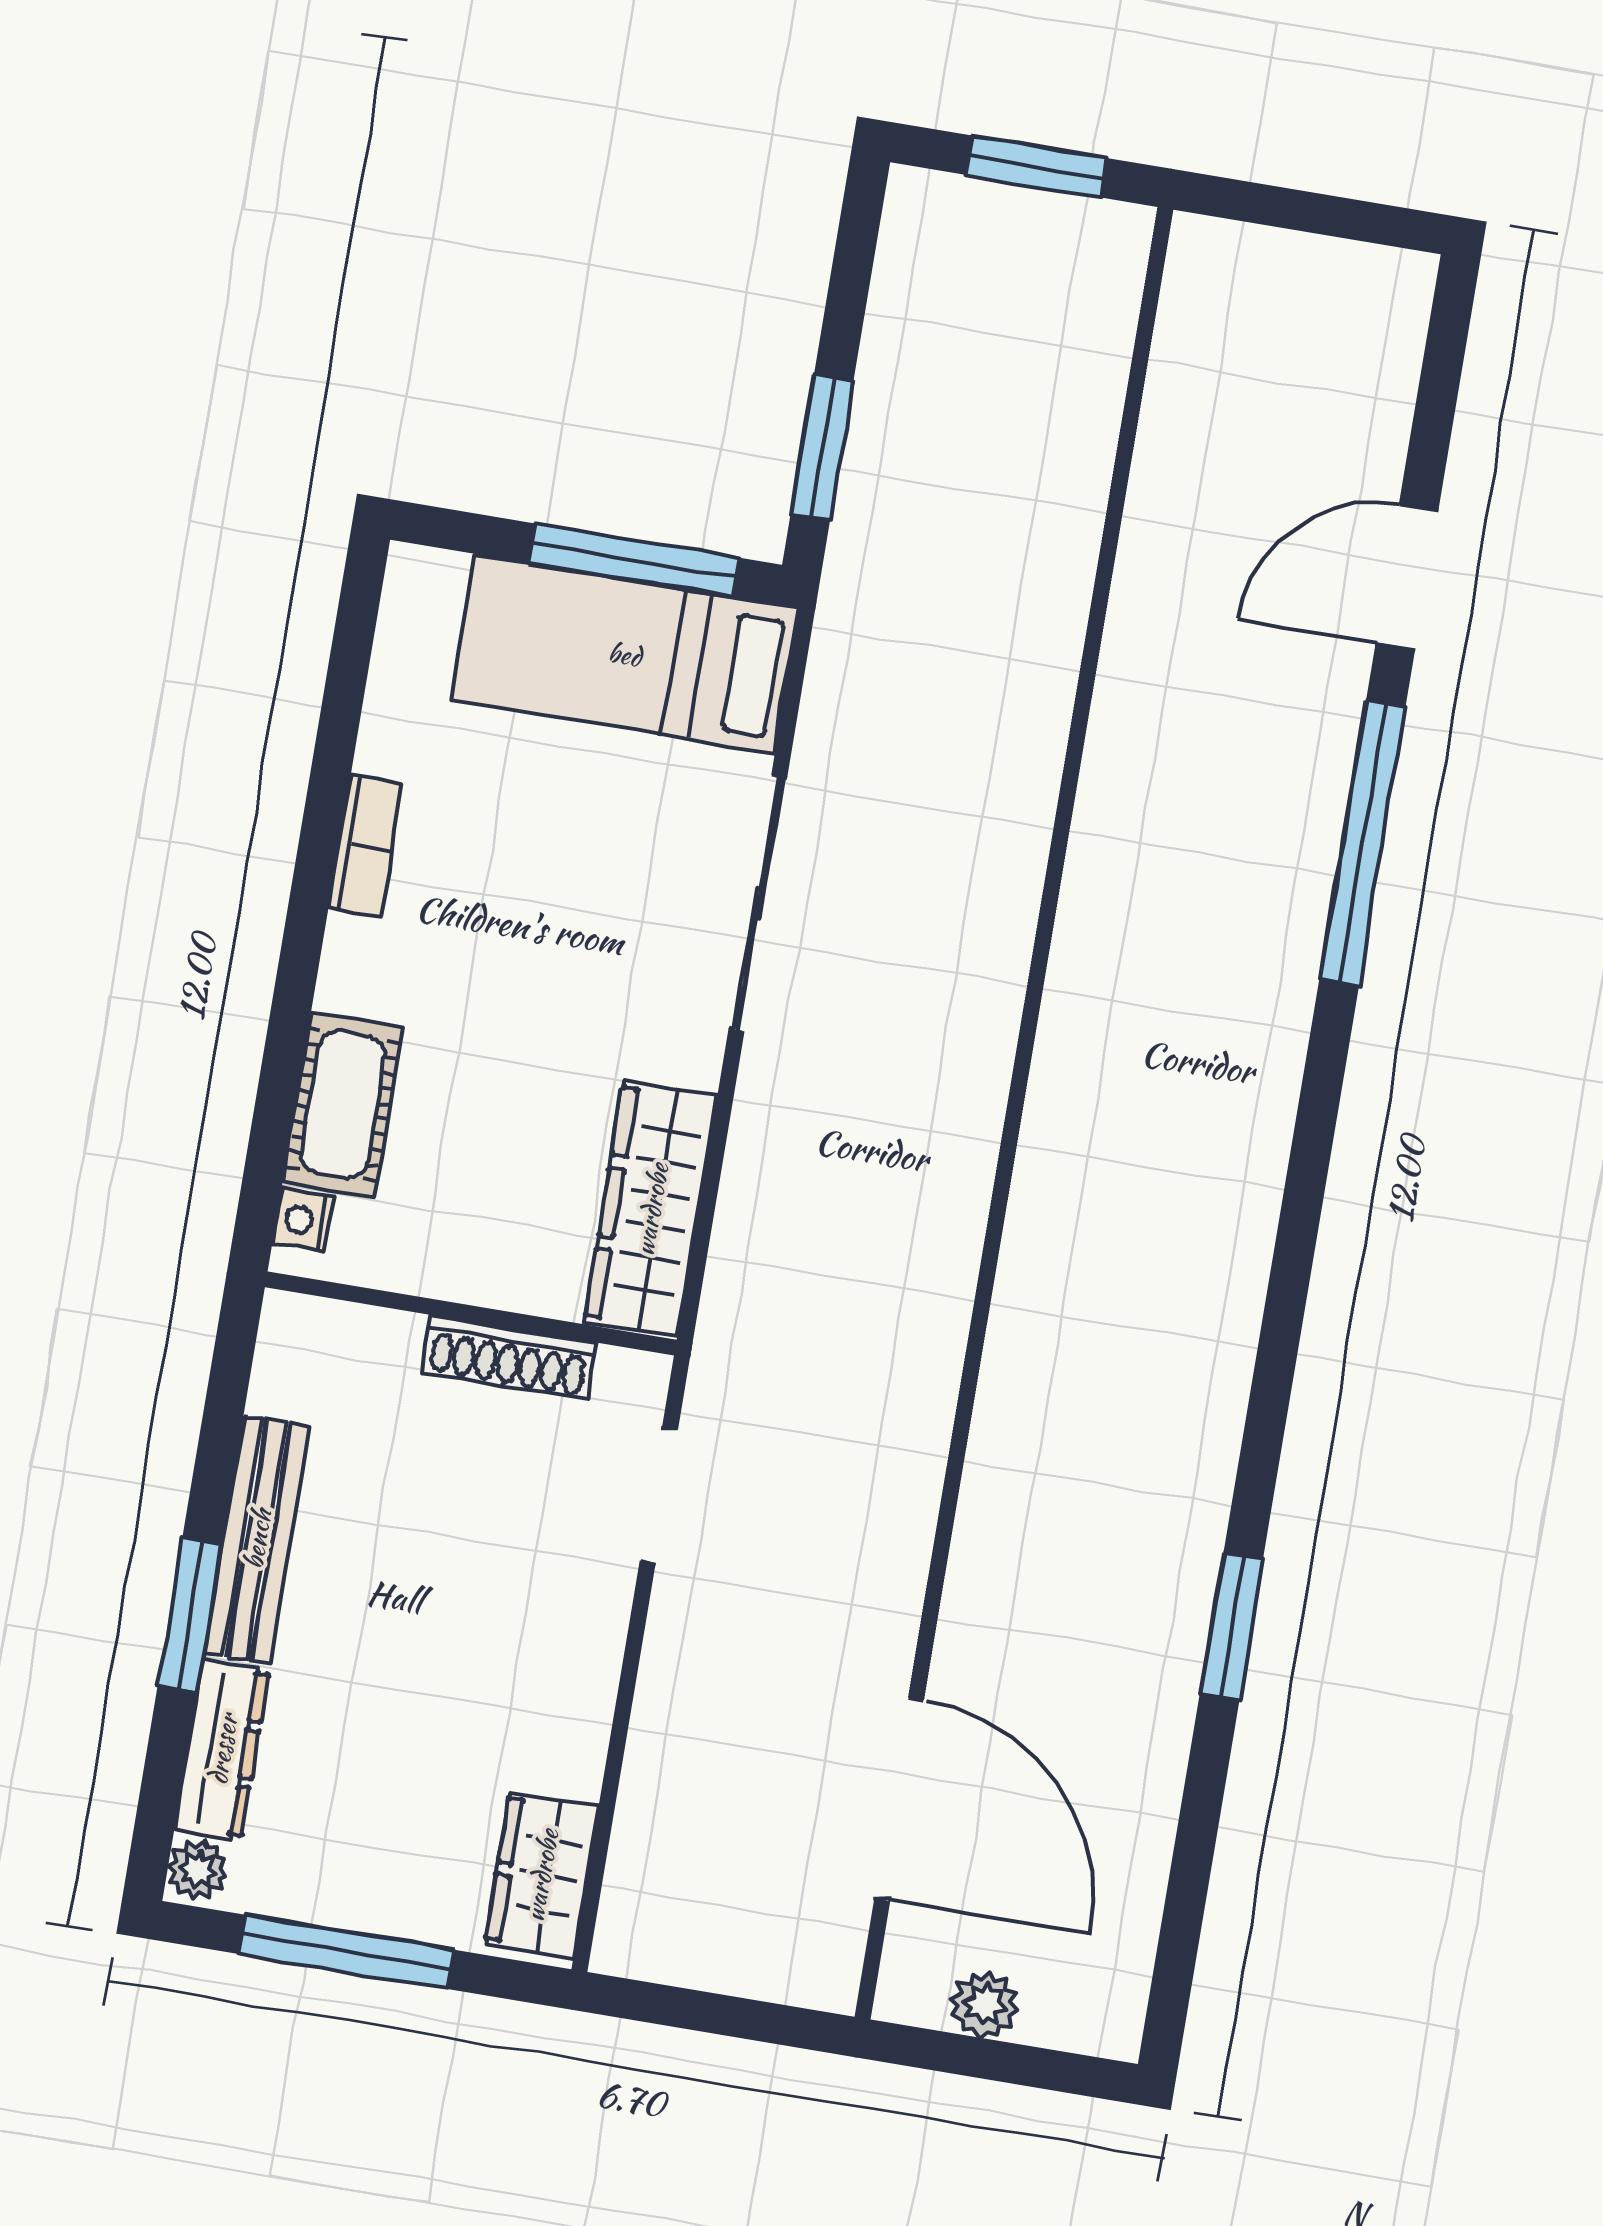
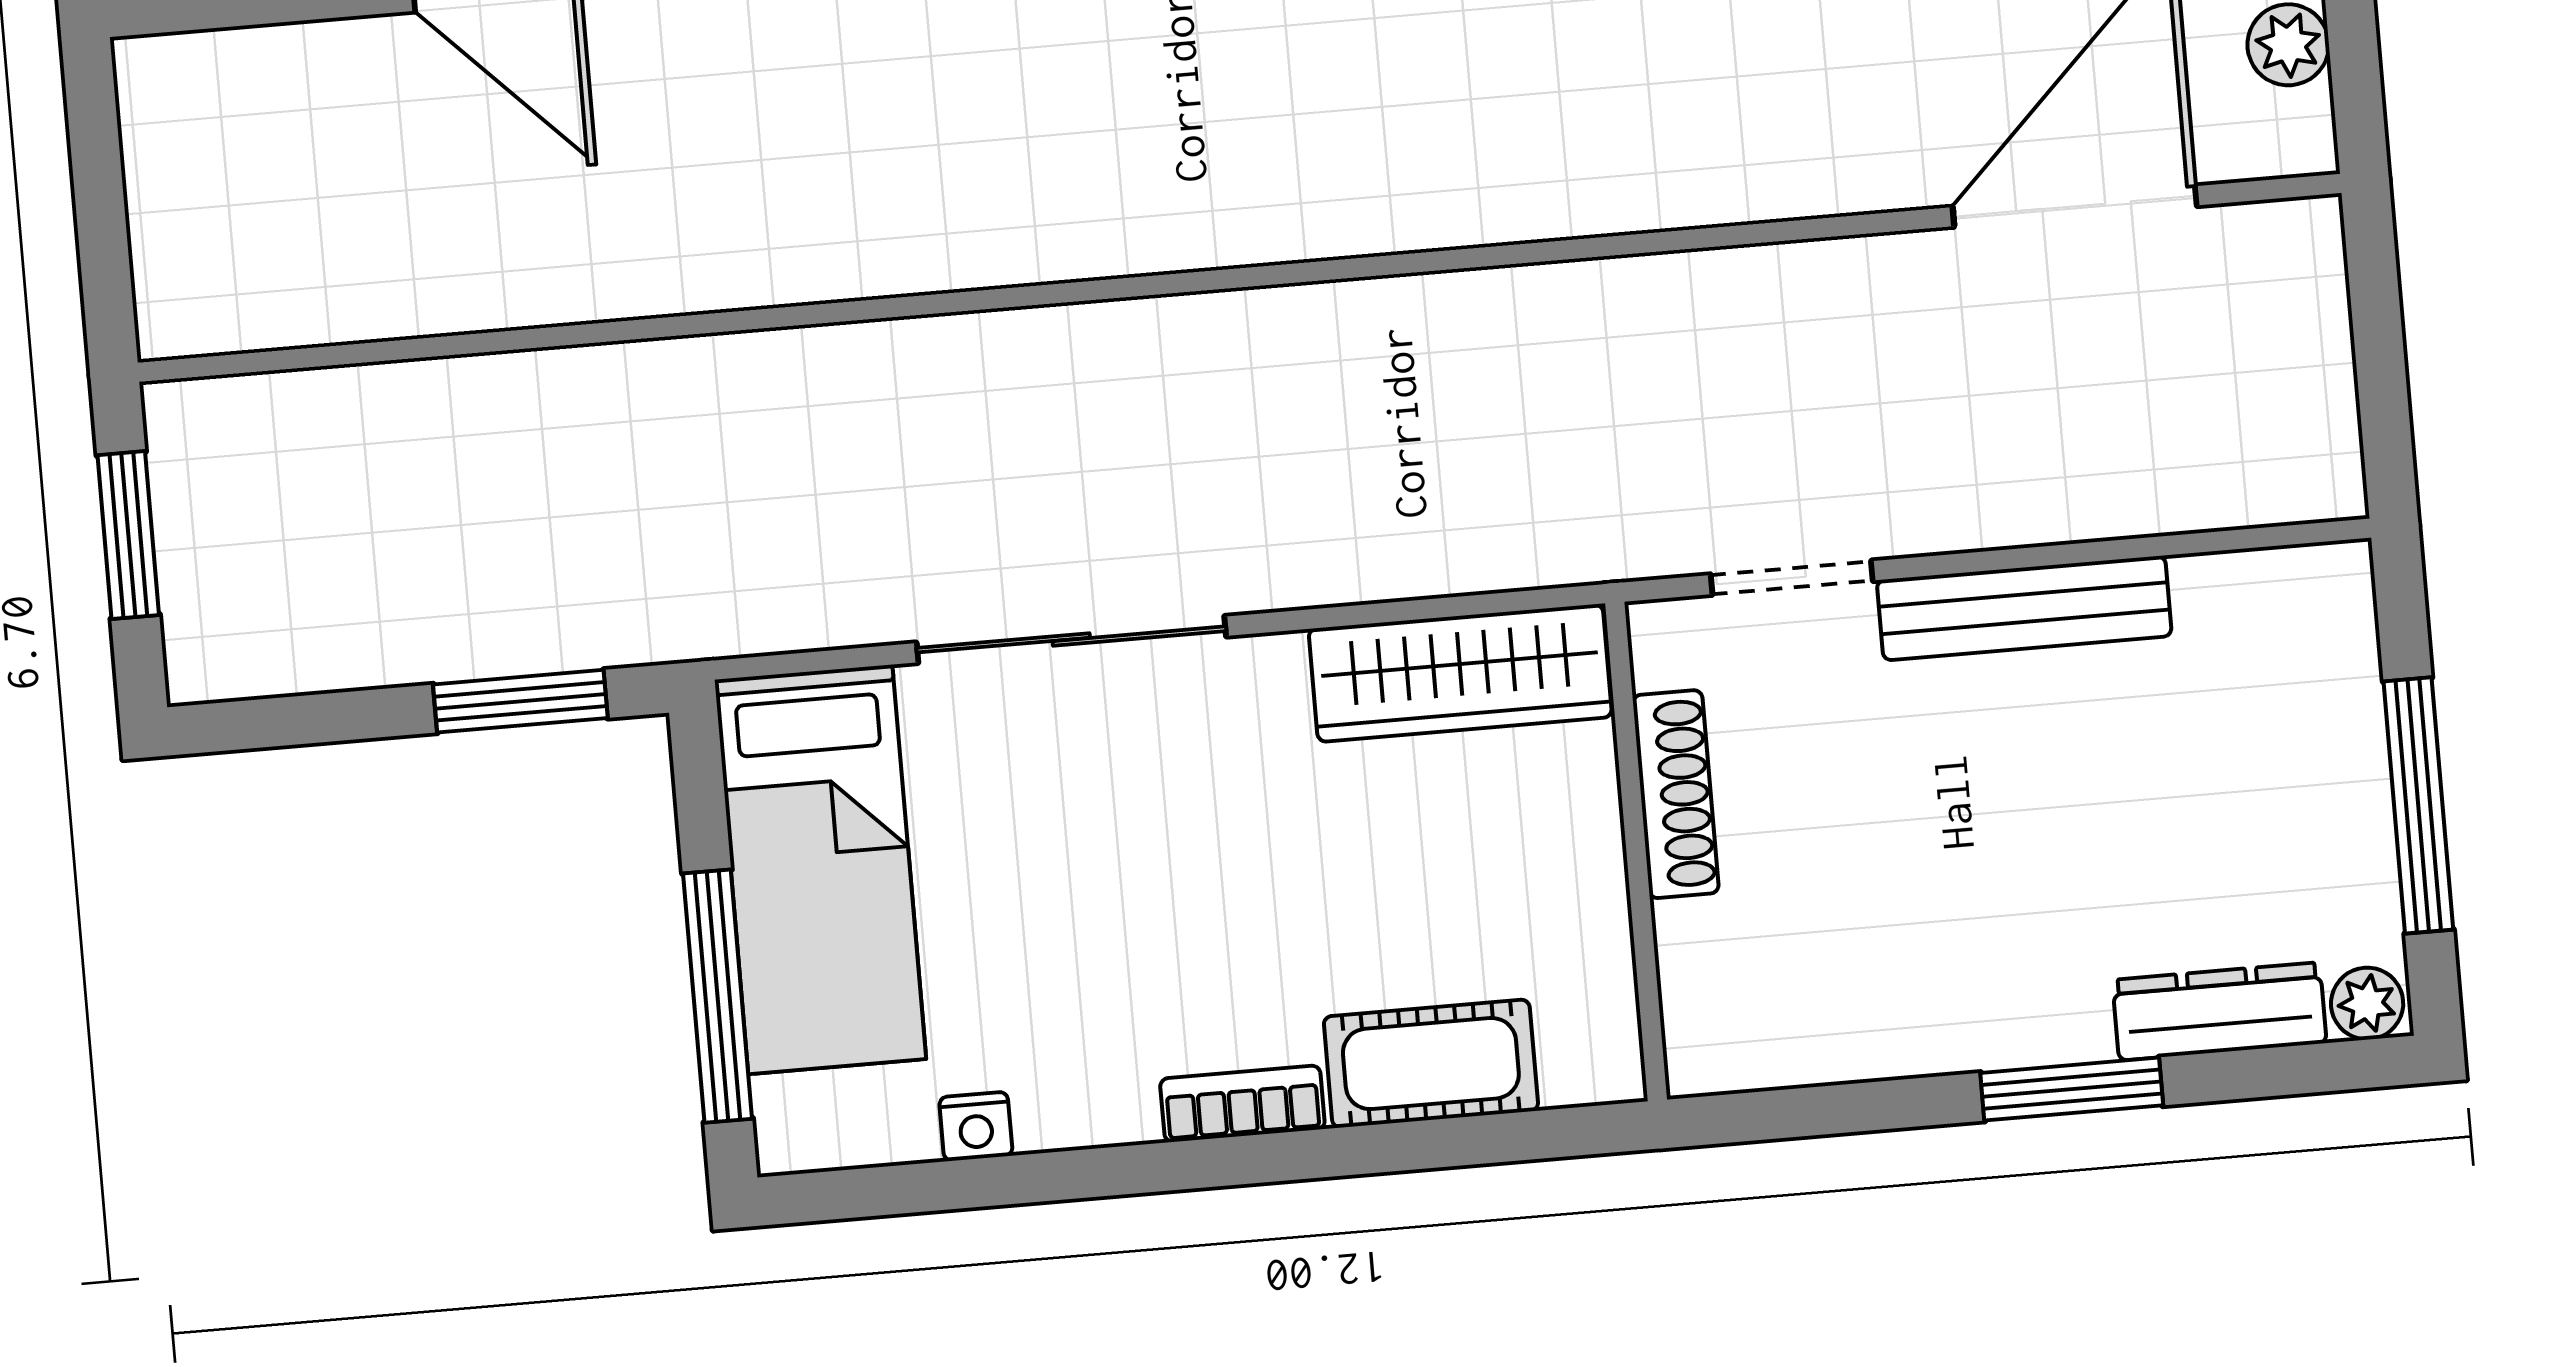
window: (635, 560) -> (718, 996), moved
bookcase: (366, 846) -> (1242, 1104), moved
nightstand: (303, 1220) -> (976, 1126), moved
bench: (257, 1539) -> (2024, 608), moved
wardrobe: (541, 1875) -> (2270, 601), removed

